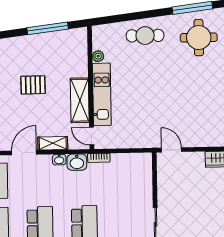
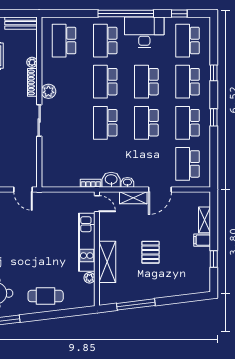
pallet: (33, 85) -> (150, 252), turned 90
shelving: (80, 100) -> (107, 262), moved

